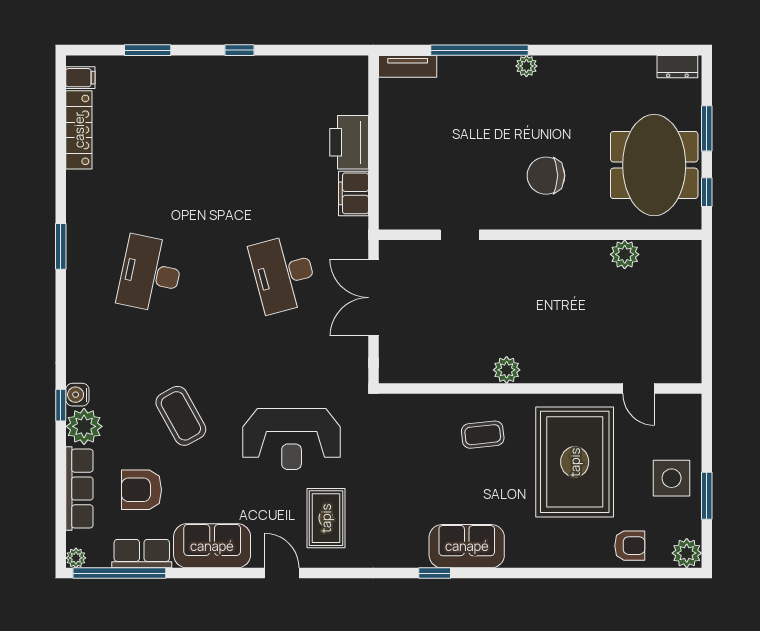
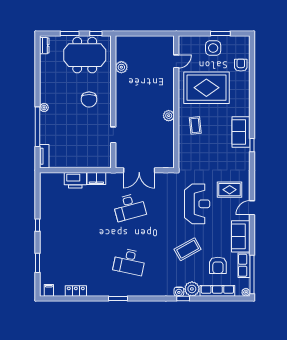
locker: (79, 130) -> (76, 291), width x0.66
plant: (687, 553) -> (244, 42), removed

